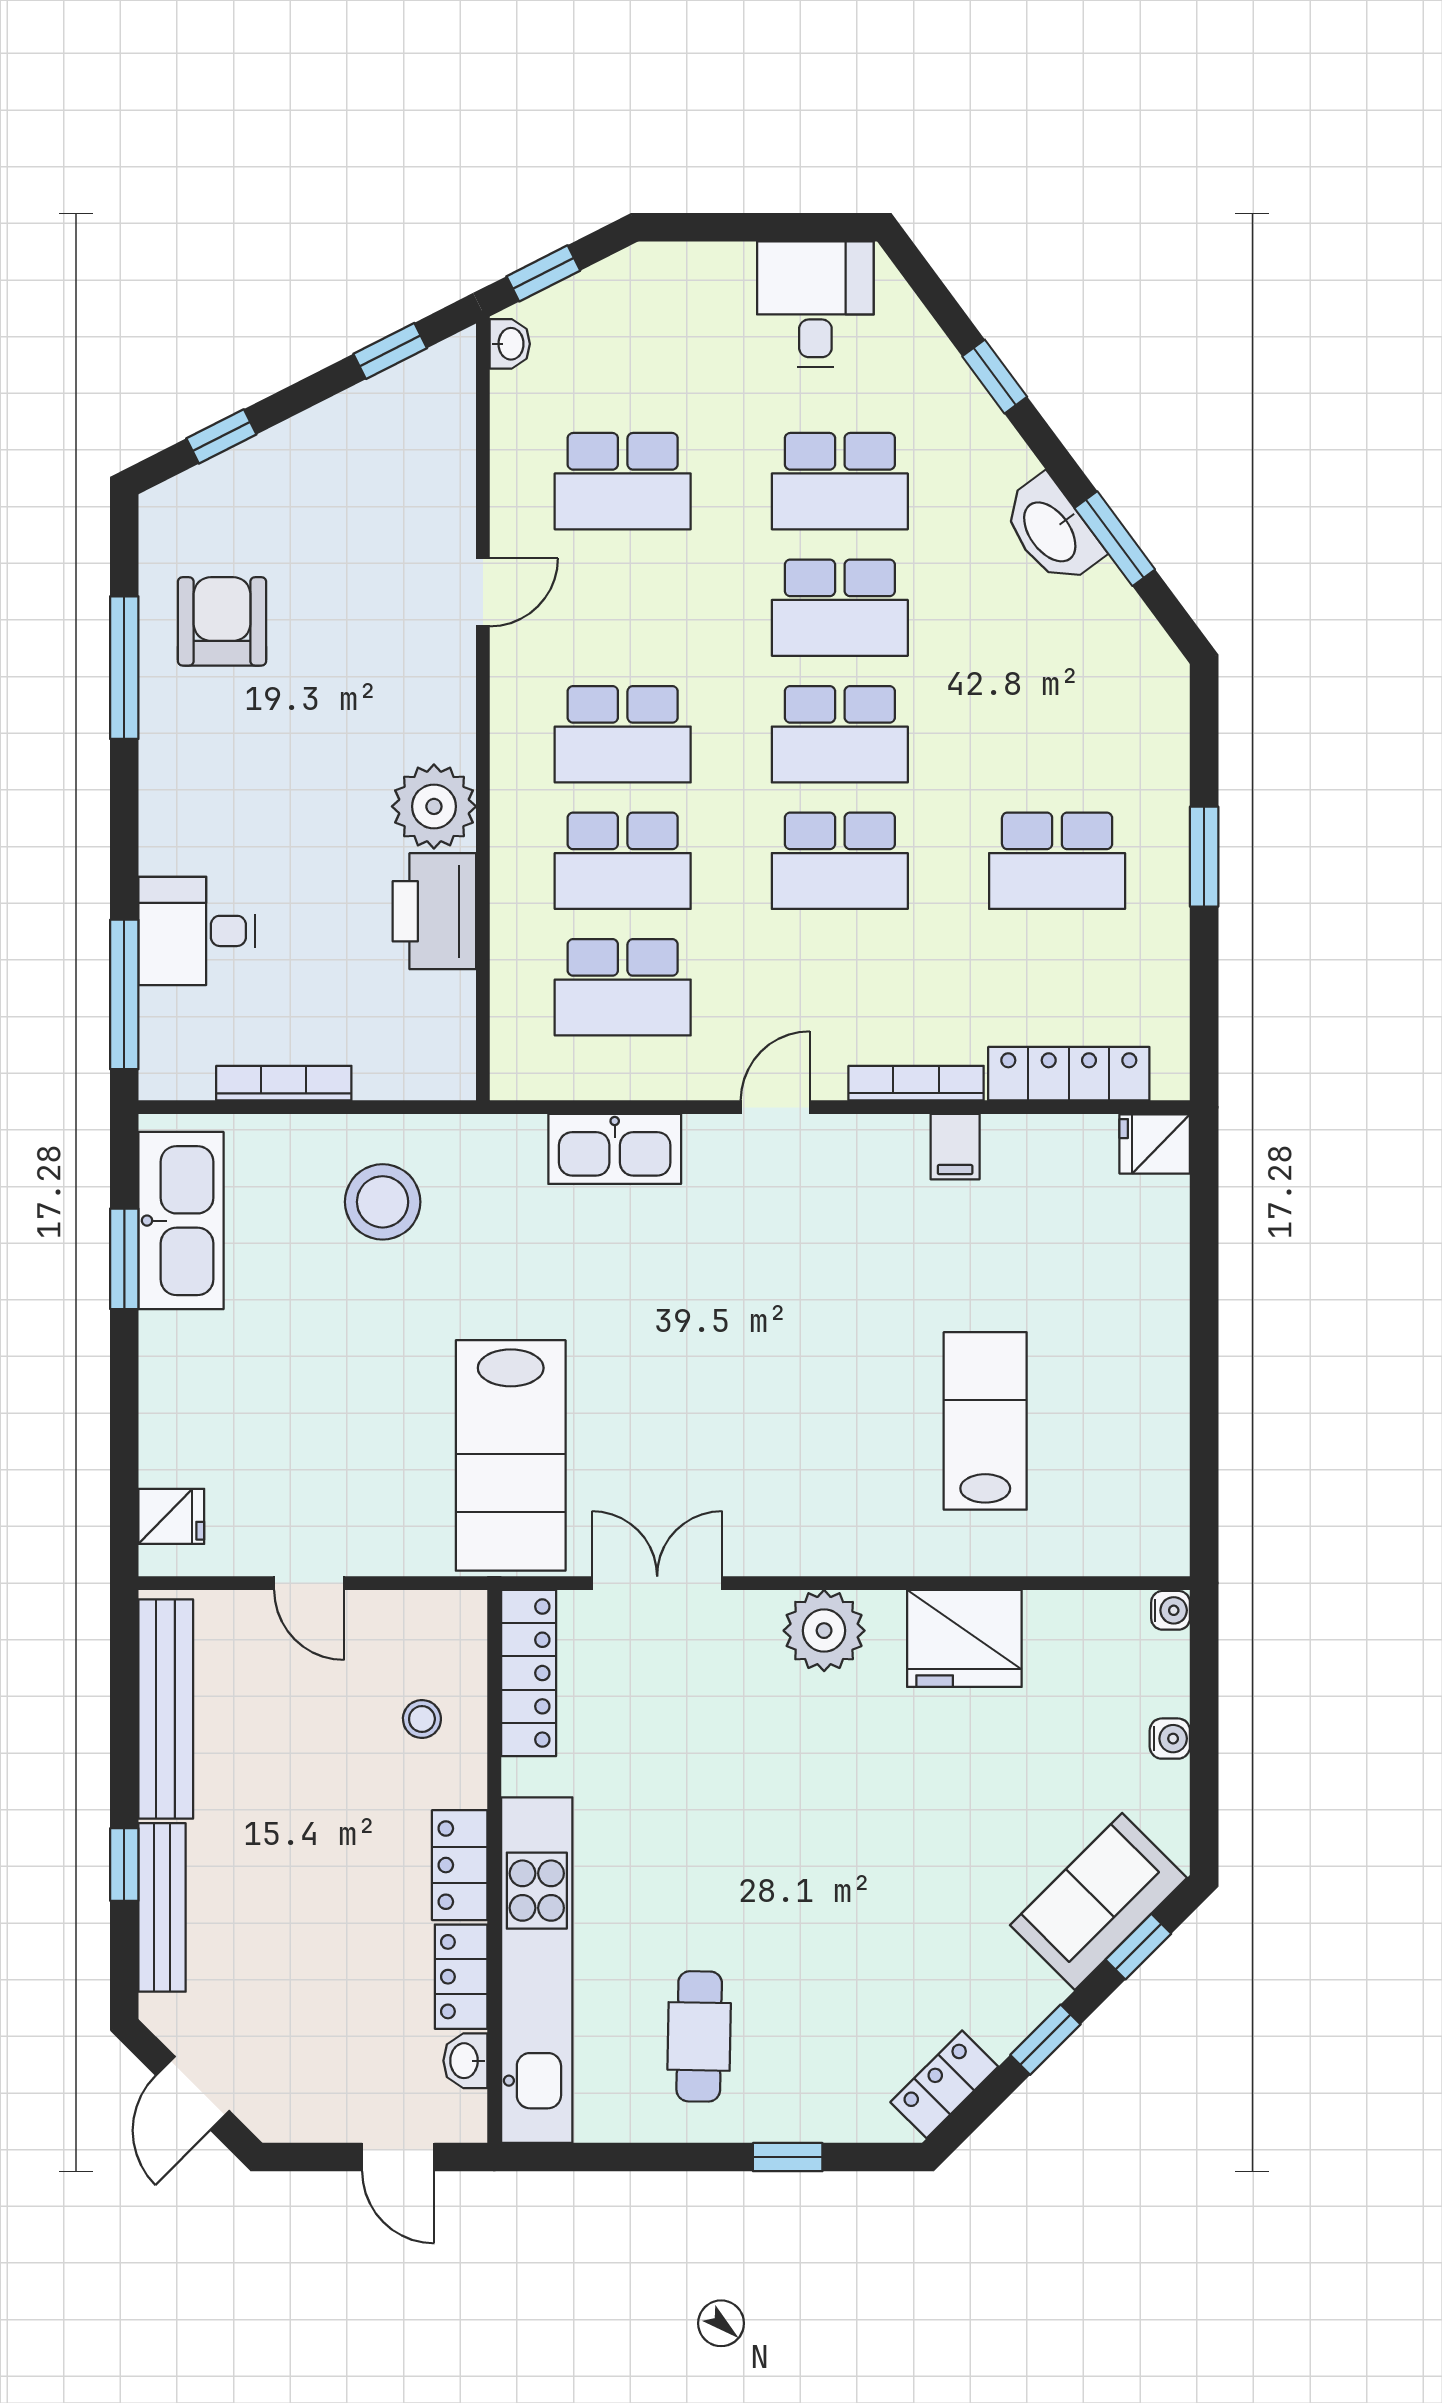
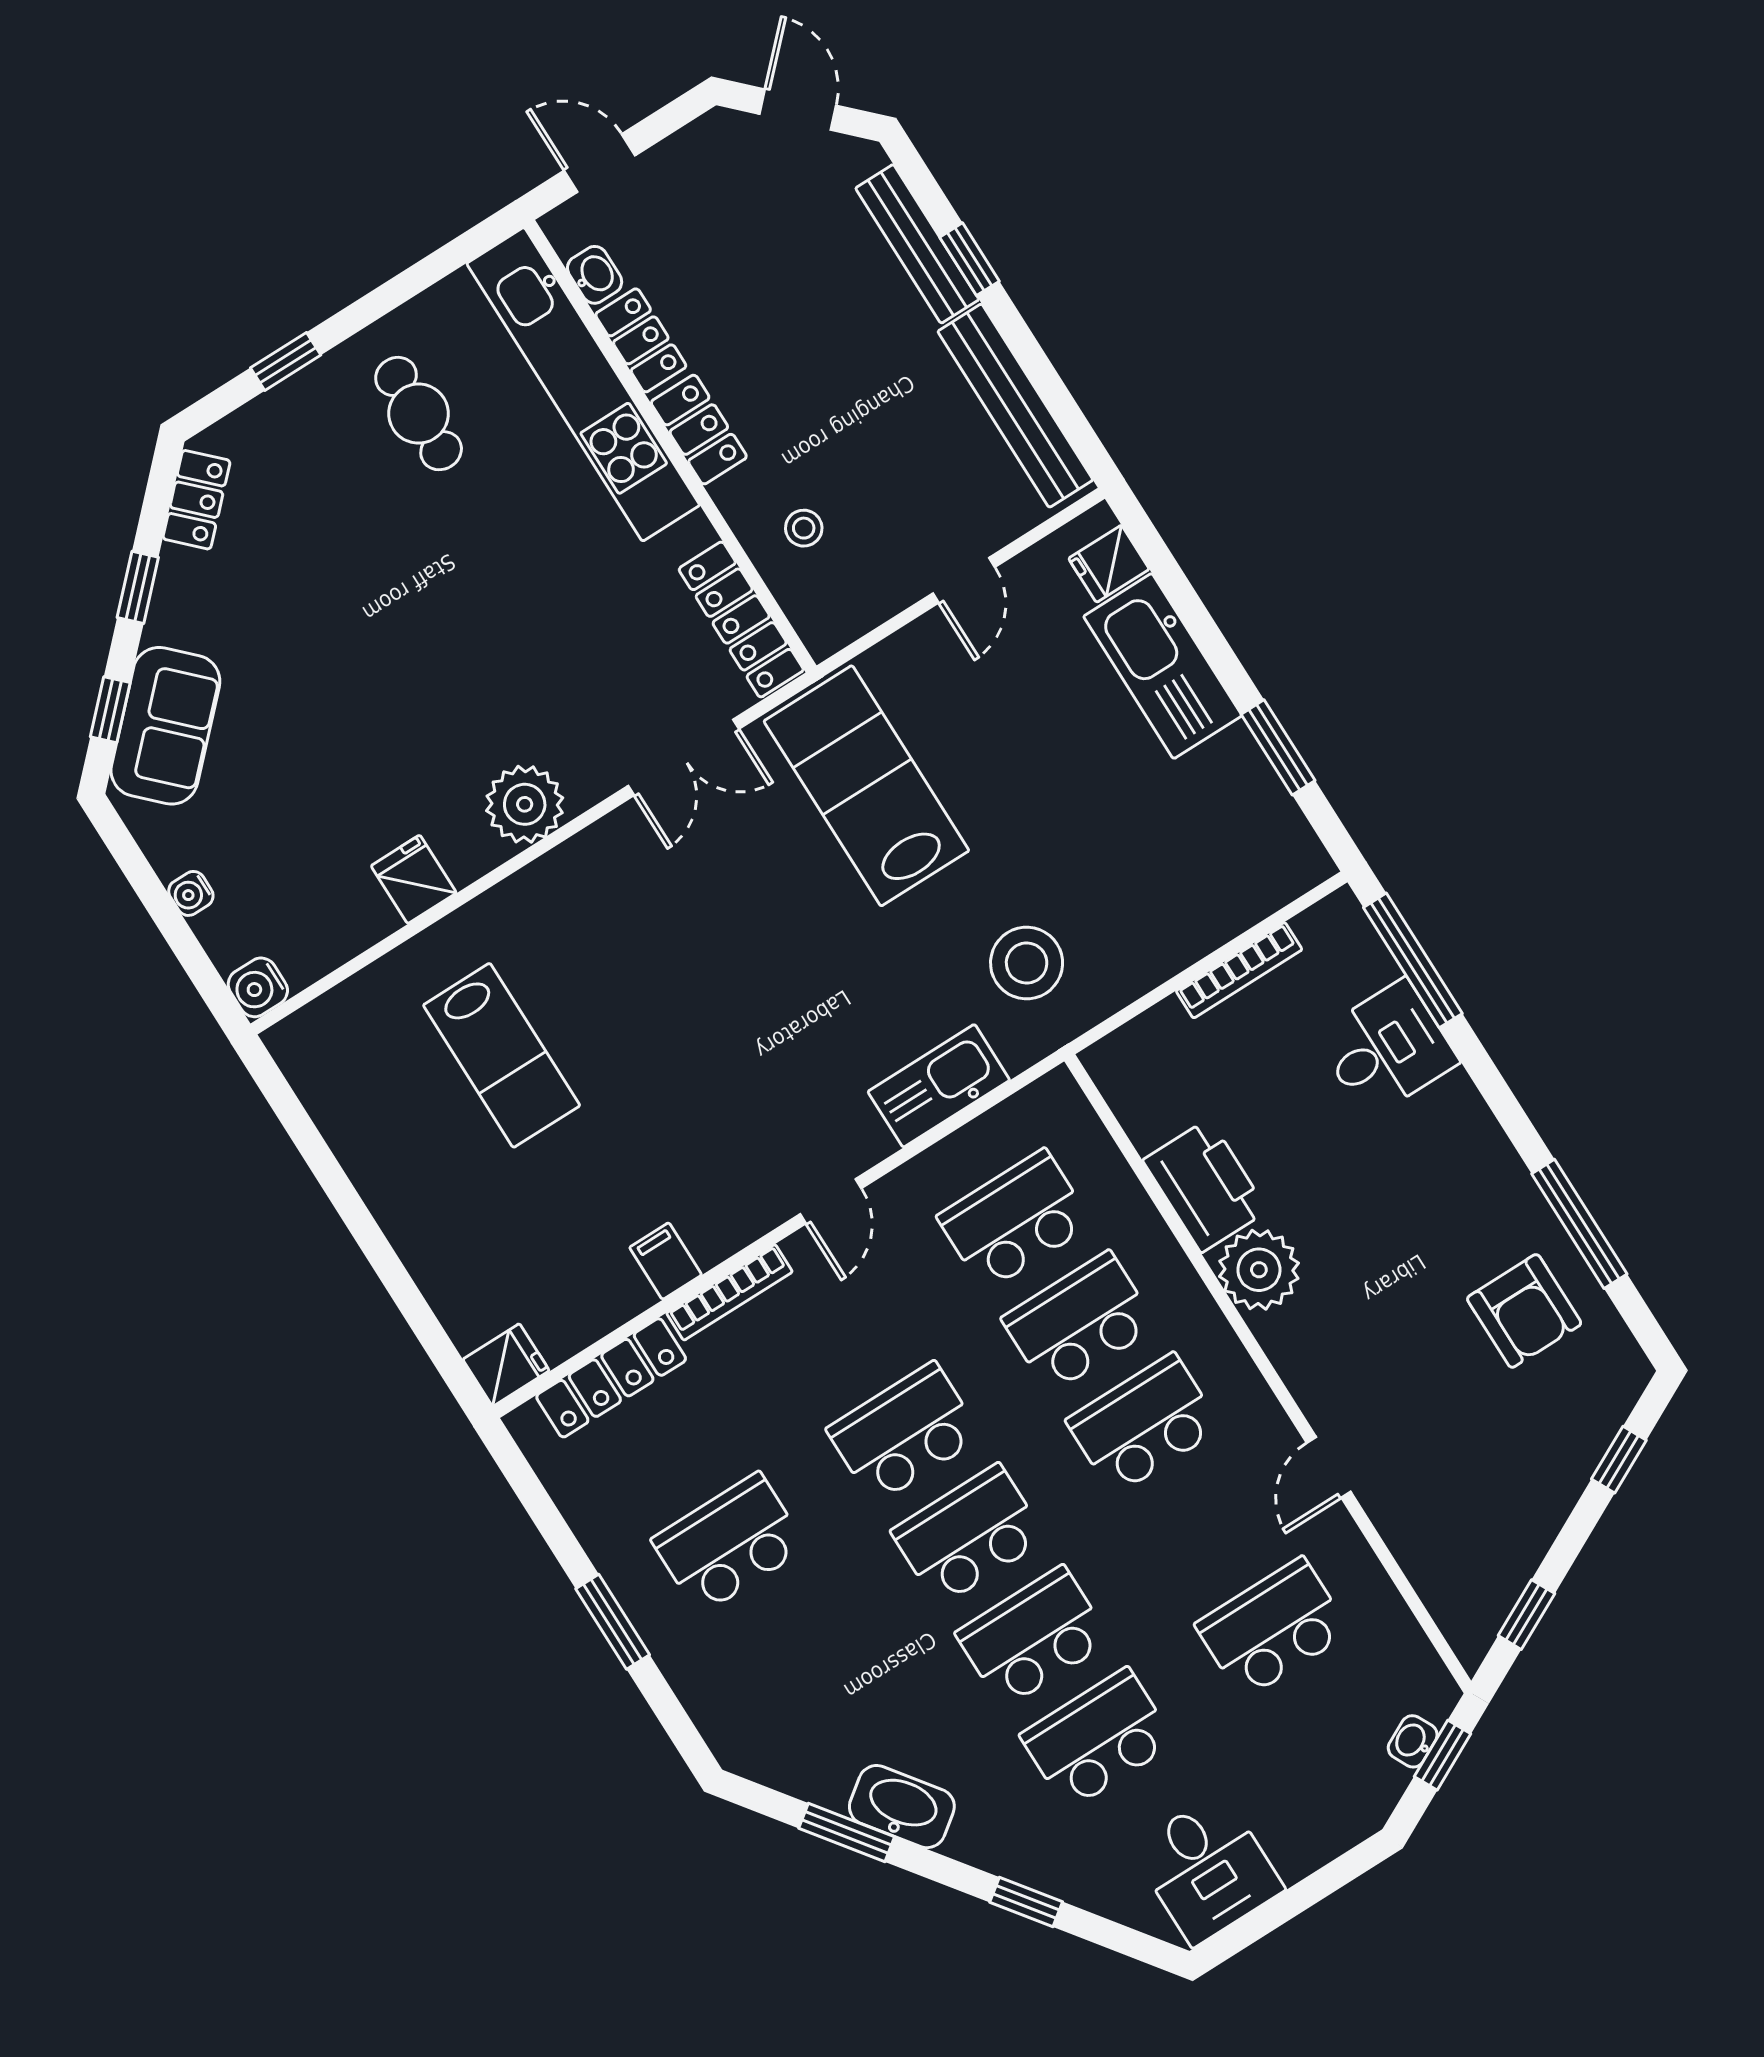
washbasin: (510, 344) -> (1413, 1741), moved, turned 63
stool: (383, 1202) -> (1027, 963), moved
kitchen sink: (181, 1221) -> (1163, 666), moved
door: (309, 1583) -> (964, 580), swing flipped
water cooler: (1171, 1610) -> (258, 987), width x1.38, depth x1.38
fridge: (964, 1638) -> (414, 879), width x0.53, depth x0.75

